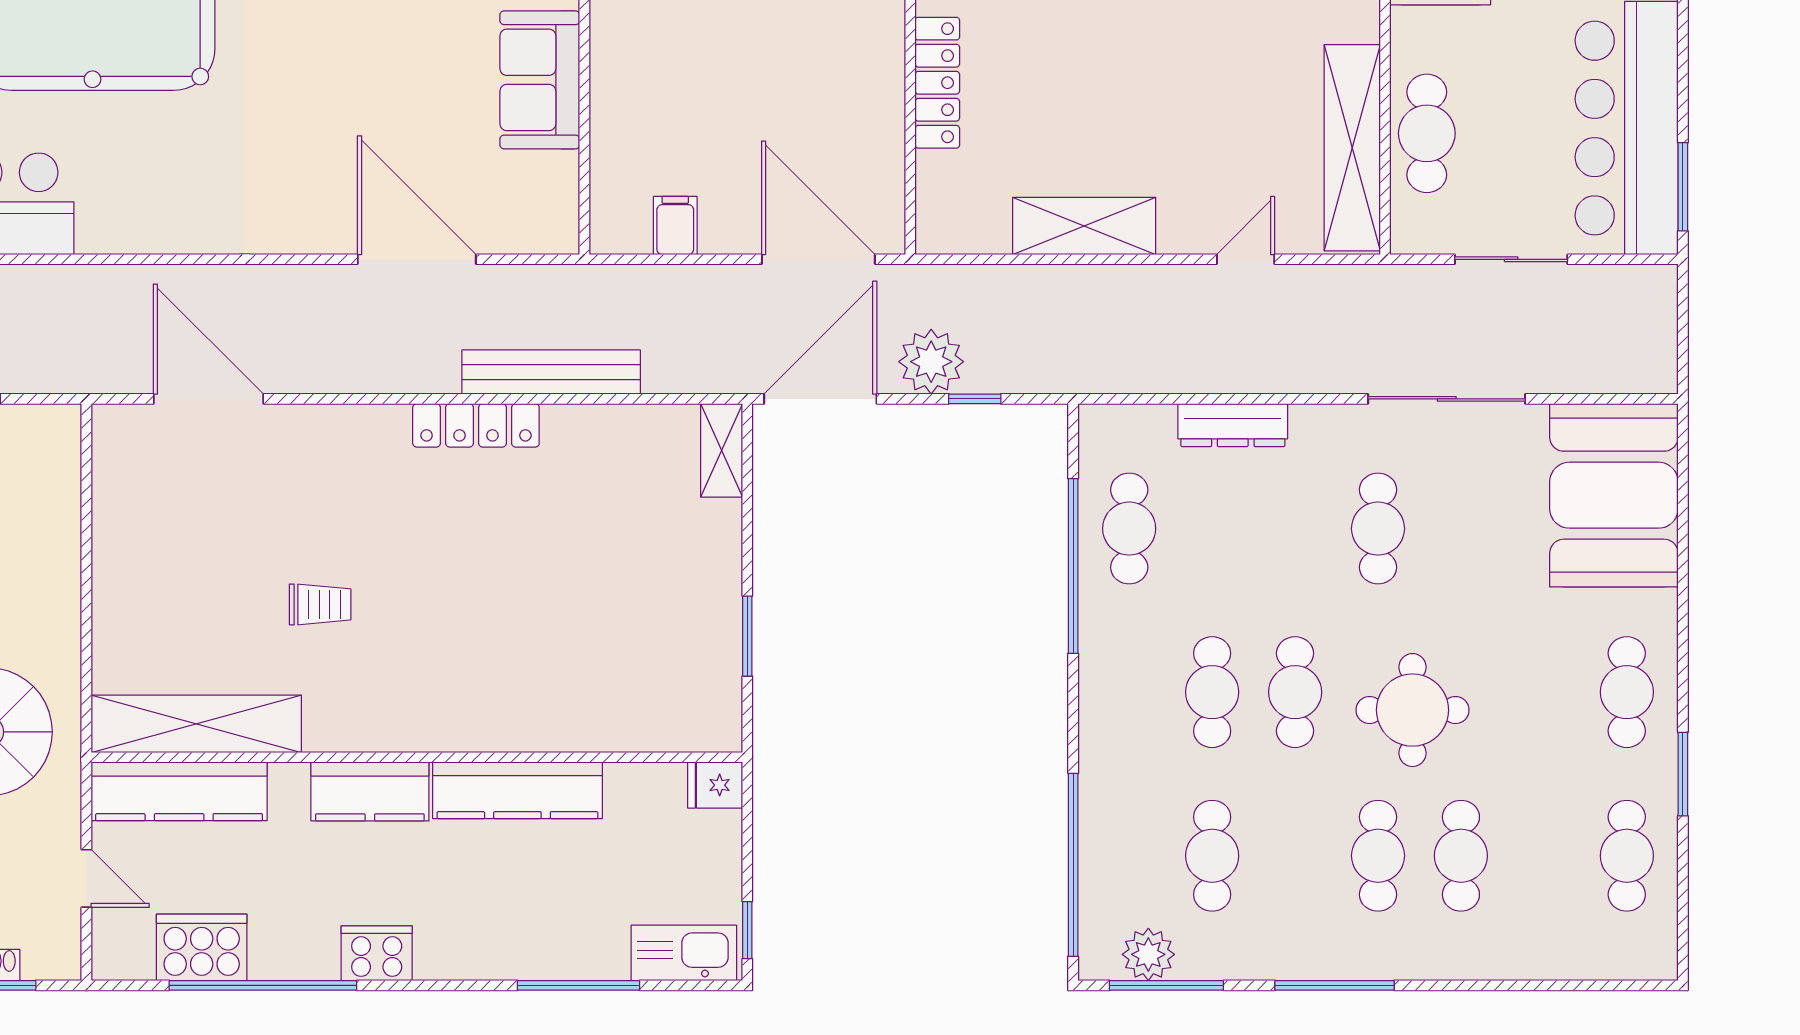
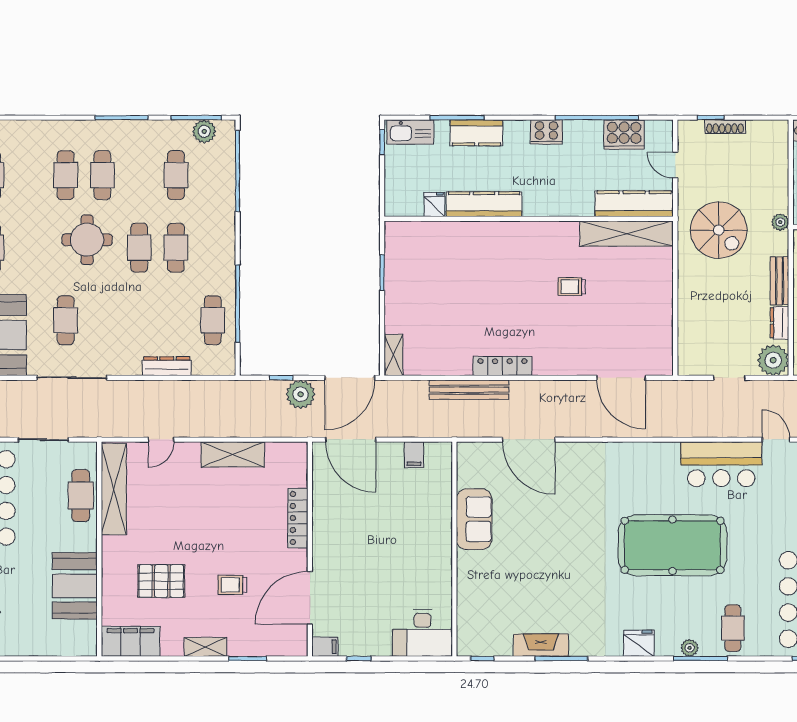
cafe table: (1378, 529) -> (66, 320), moved
fridge: (715, 785) -> (435, 205), moved, turned -90
kitchen counter: (370, 791) -> (477, 133), moved, turned 180

